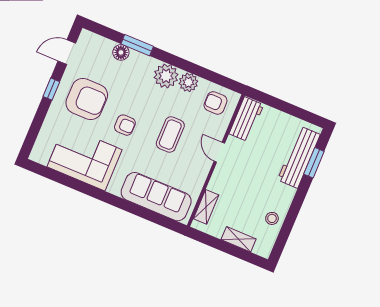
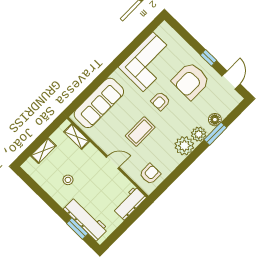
plant: (188, 82) -> (199, 134), moved
workbench: (246, 119) -> (130, 203), moved, turned 90
coffee table: (170, 135) -> (140, 132), turned 90
stool: (272, 218) -> (68, 180), moved

